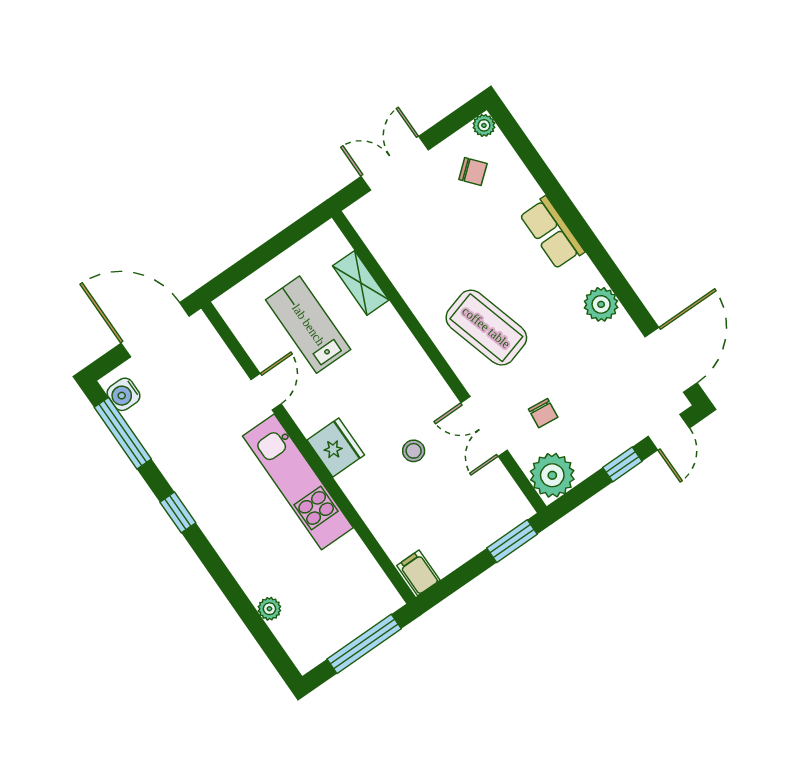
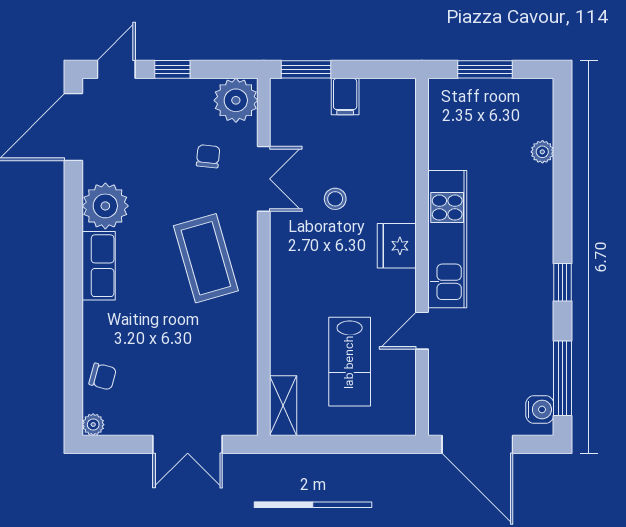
chair: (473, 172) -> (103, 376), moved, turned 145
row of seats: (552, 233) -> (99, 266), moved
shelving: (361, 283) -> (283, 406), moved
plant: (601, 304) -> (105, 206), width x1.36, depth x1.36
filing cabinet: (418, 573) -> (345, 97), moved
window: (364, 644) -> (485, 69), width x0.69

